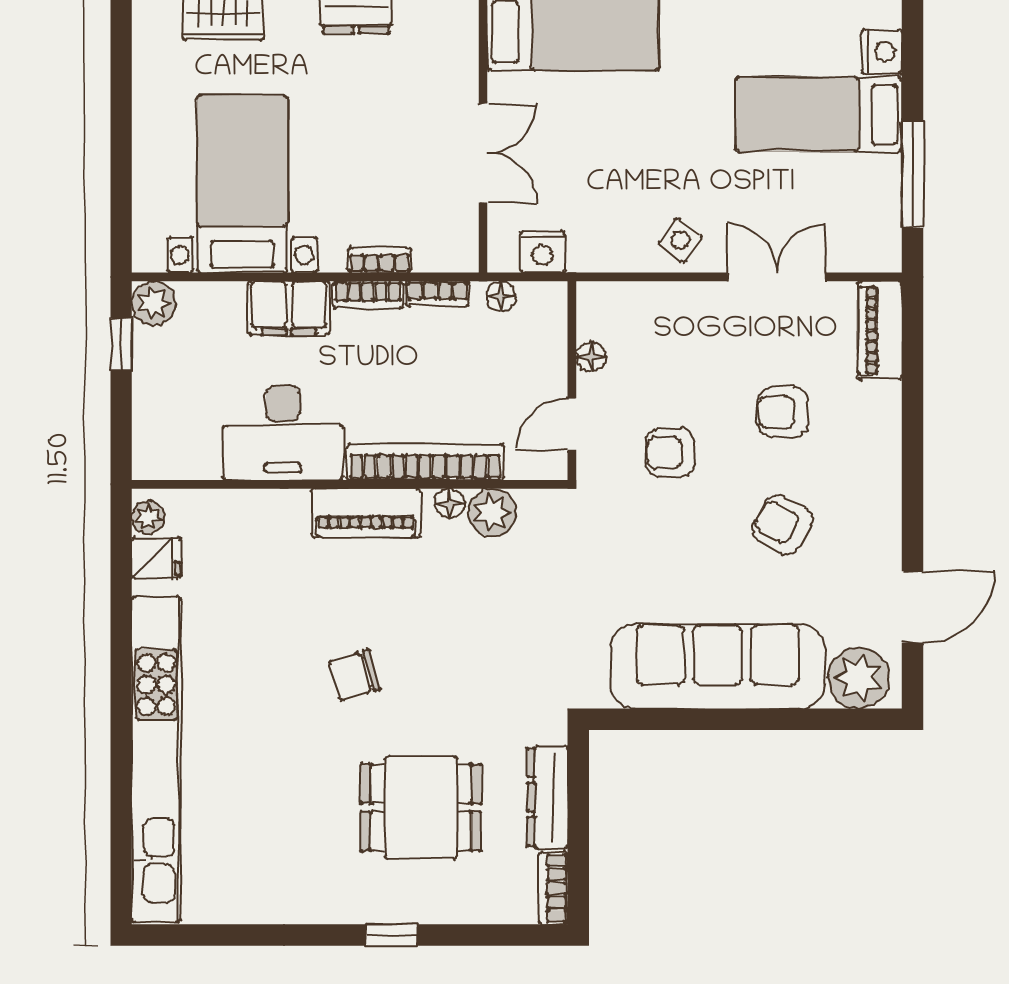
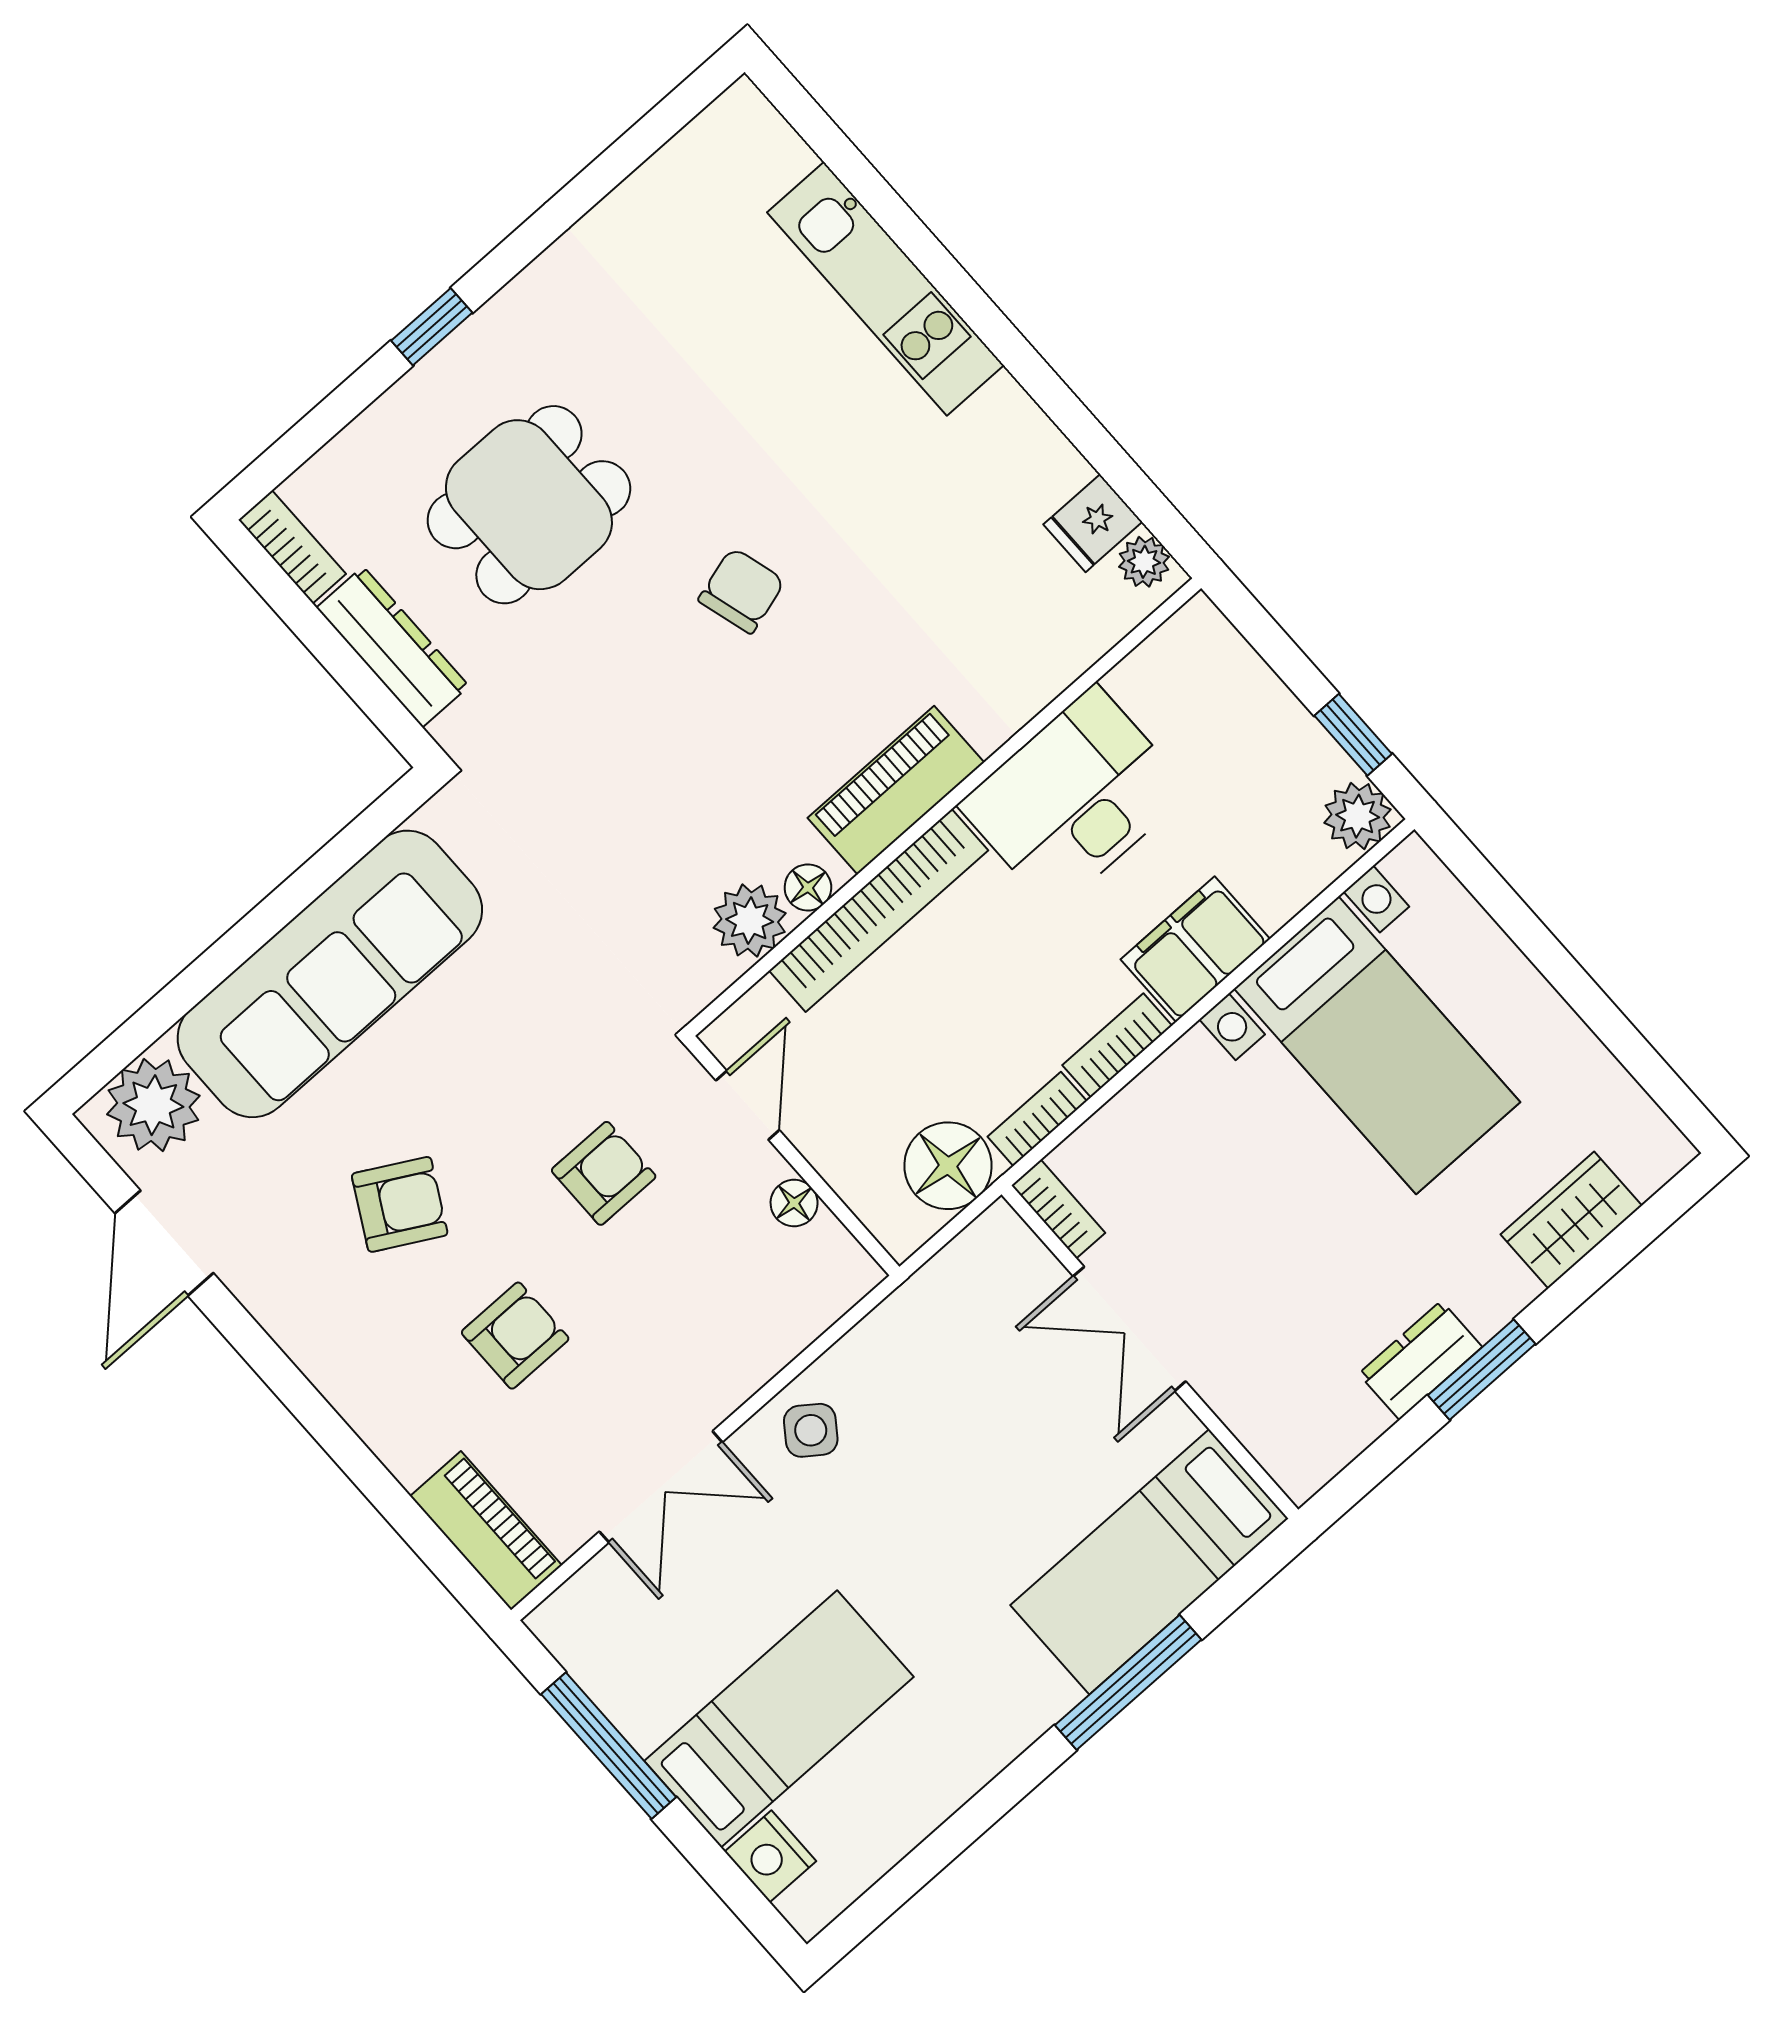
nightstand: (543, 252) -> (958, 1275), removed
bookcase: (379, 260) -> (1058, 1209), moved, turned -90
floor lamp: (501, 296) -> (948, 1166), width x1.89, depth x1.89
kitchen unit: (156, 759) -> (886, 289), width x0.54

